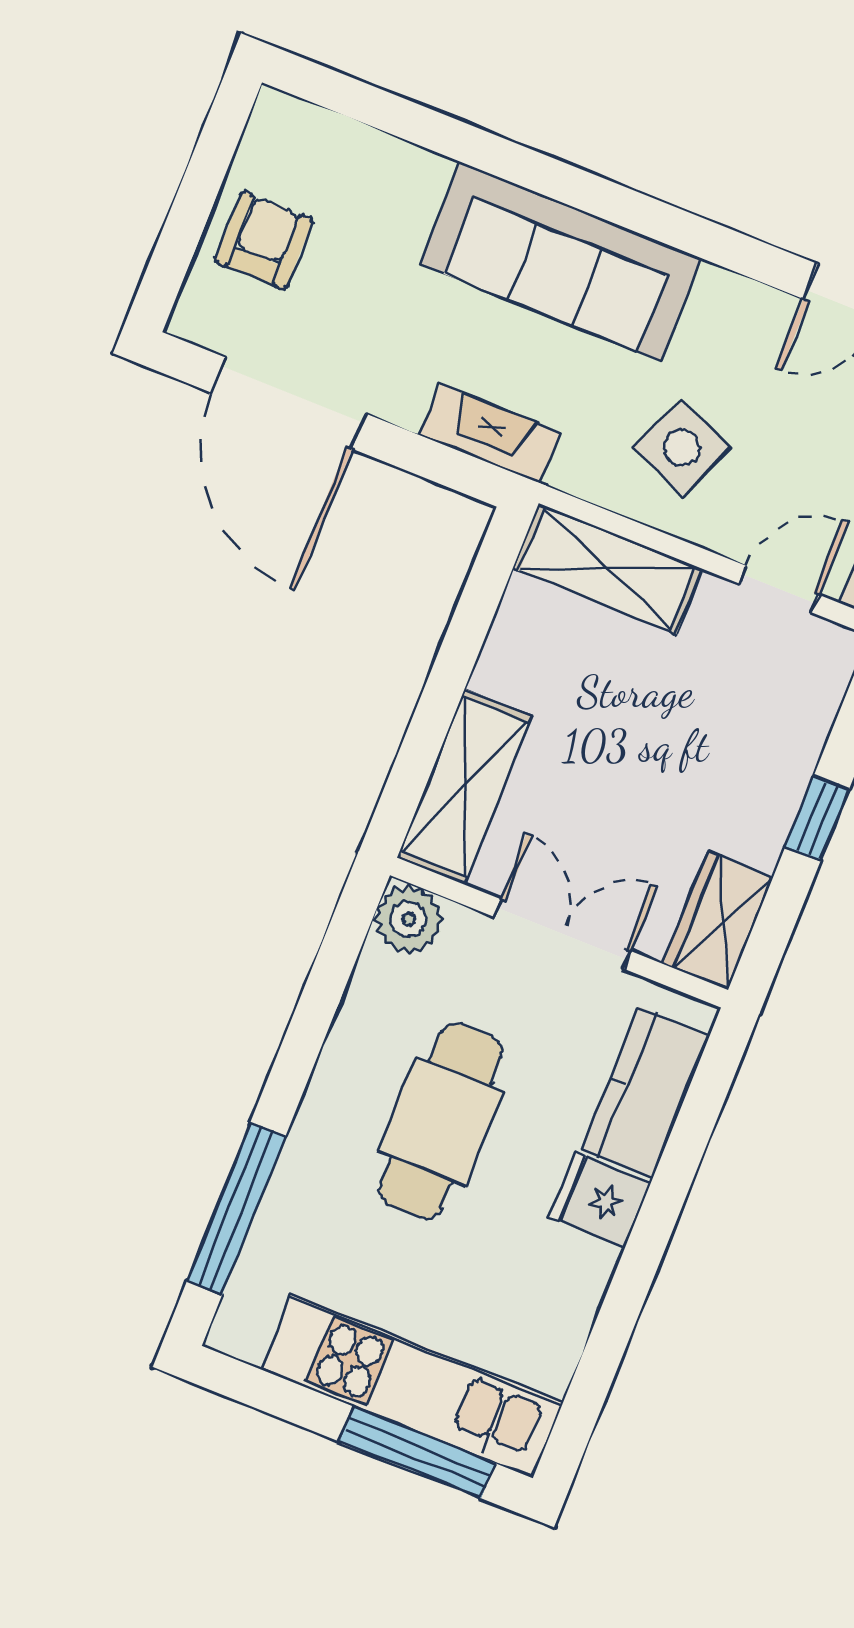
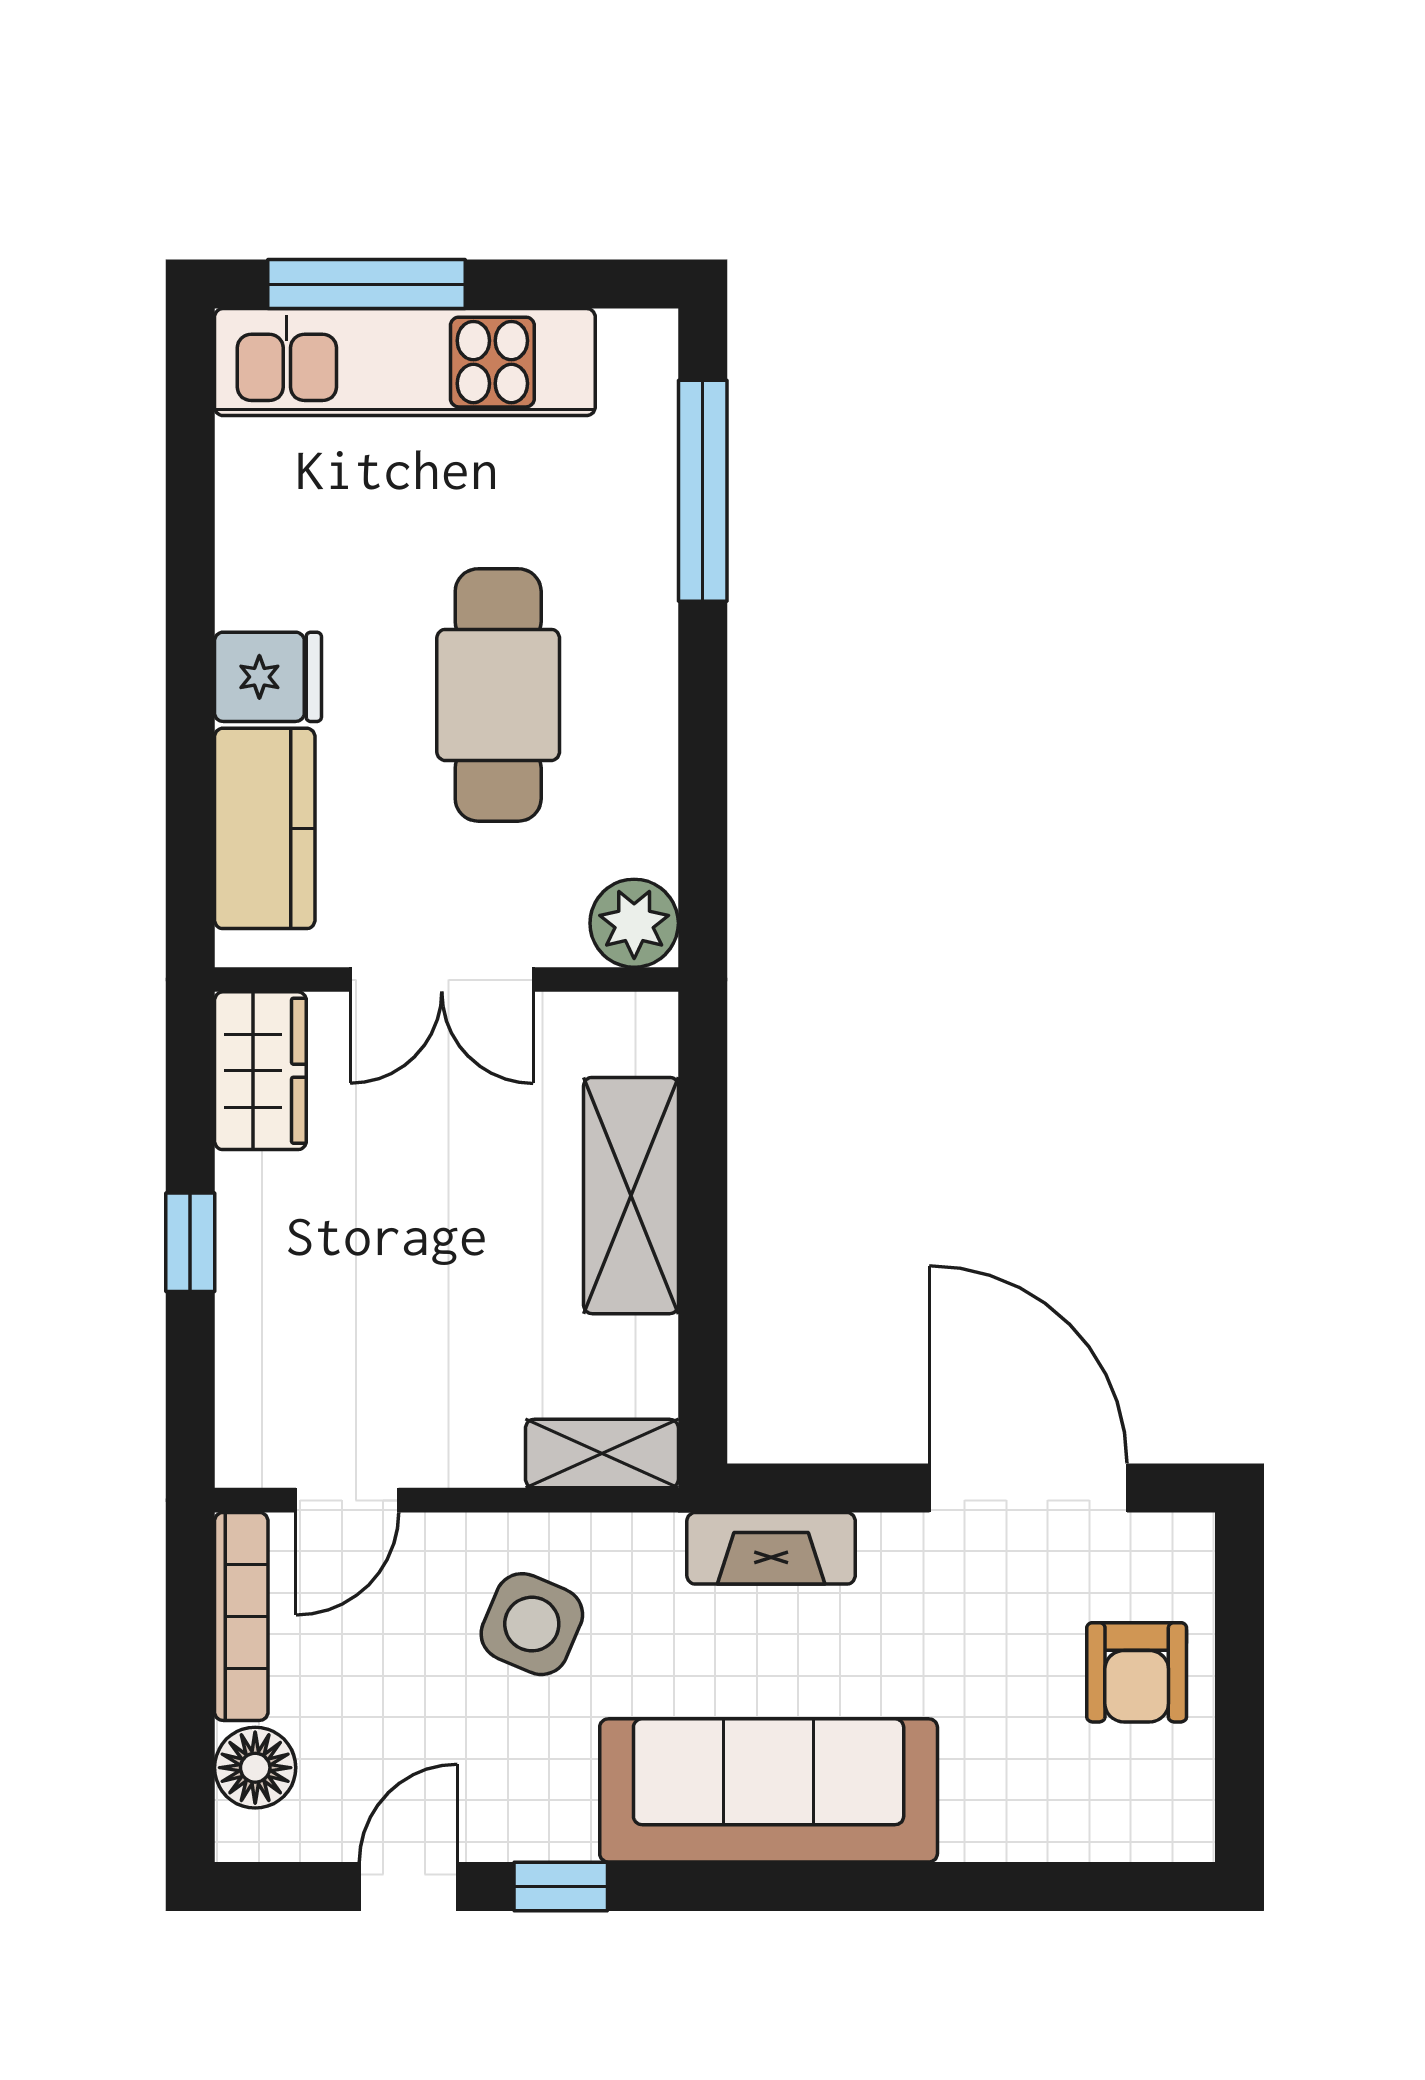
window: (737, 252) -> (561, 1887), added
shelving: (607, 569) -> (602, 1454), width x0.67, depth x0.75
shelving: (464, 787) -> (631, 1196), moved

